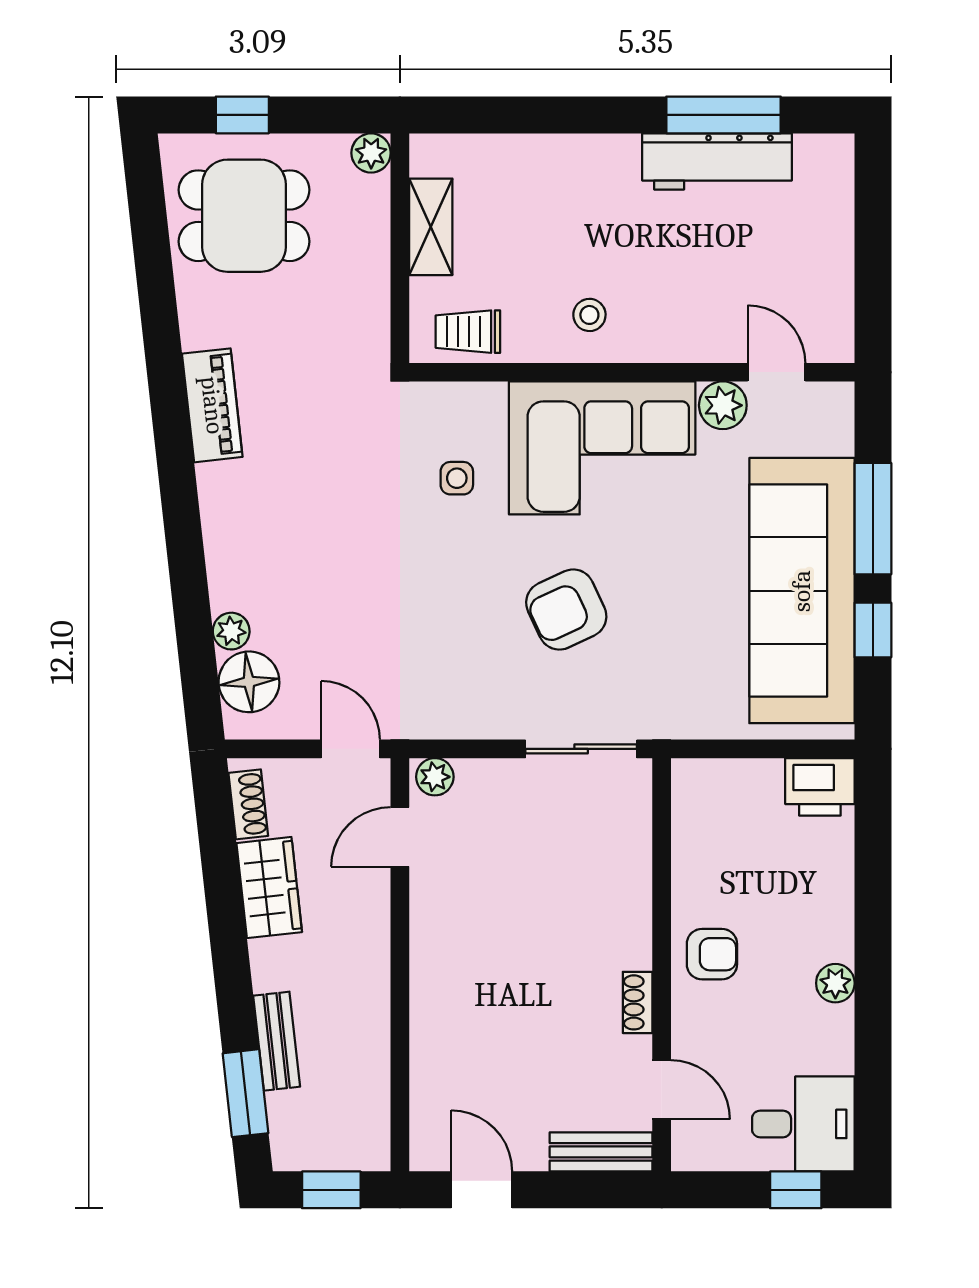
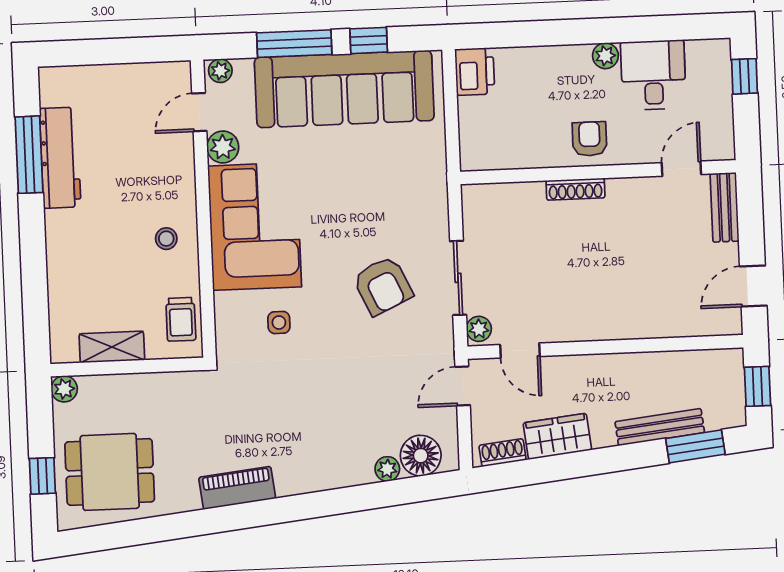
dining table: (244, 216) -> (110, 472), turned 90
plant: (837, 406) -> (220, 71), added
armchair: (566, 610) -> (383, 286), moved
sliding door: (581, 749) -> (458, 278), moved
shoe rack: (638, 1002) -> (575, 189), moved, width x1.43
bench: (277, 1041) -> (660, 427), width x1.36
desk: (803, 1124) -> (653, 75), moved

